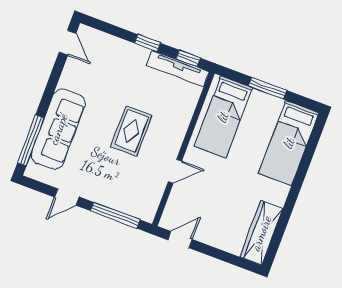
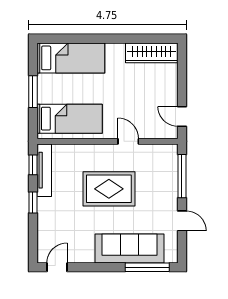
rug: (131, 131) -> (109, 189), width x1.36, depth x1.43

